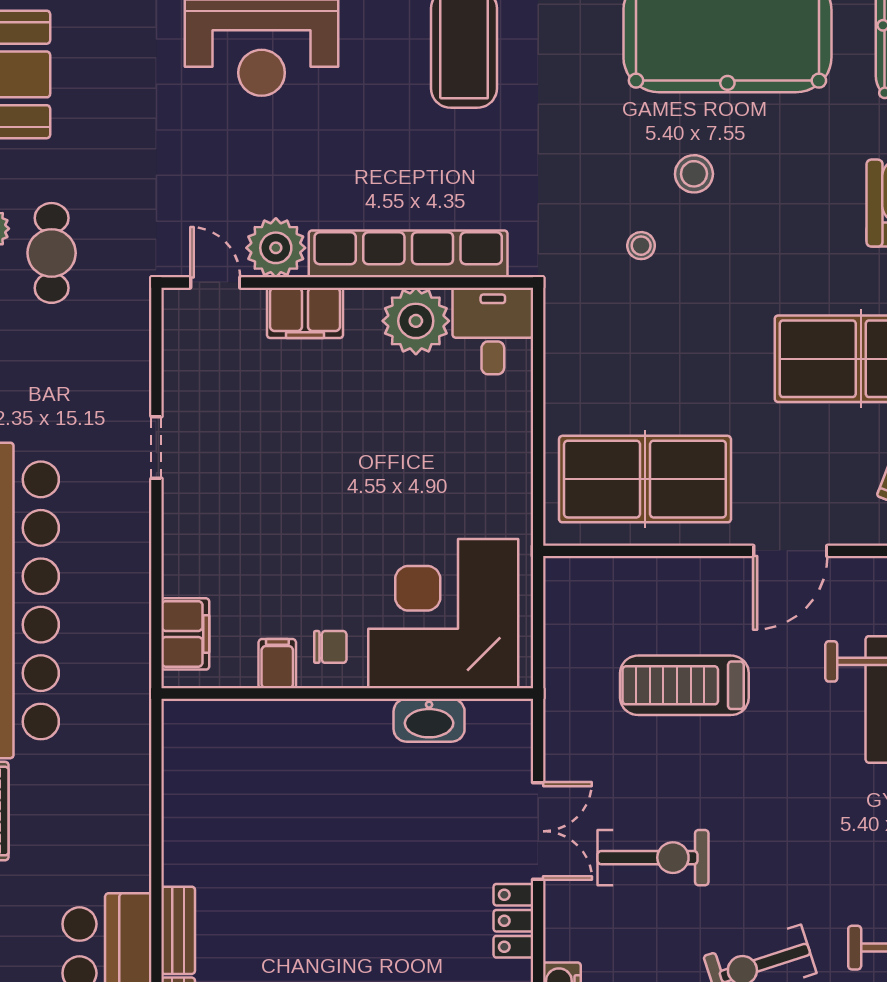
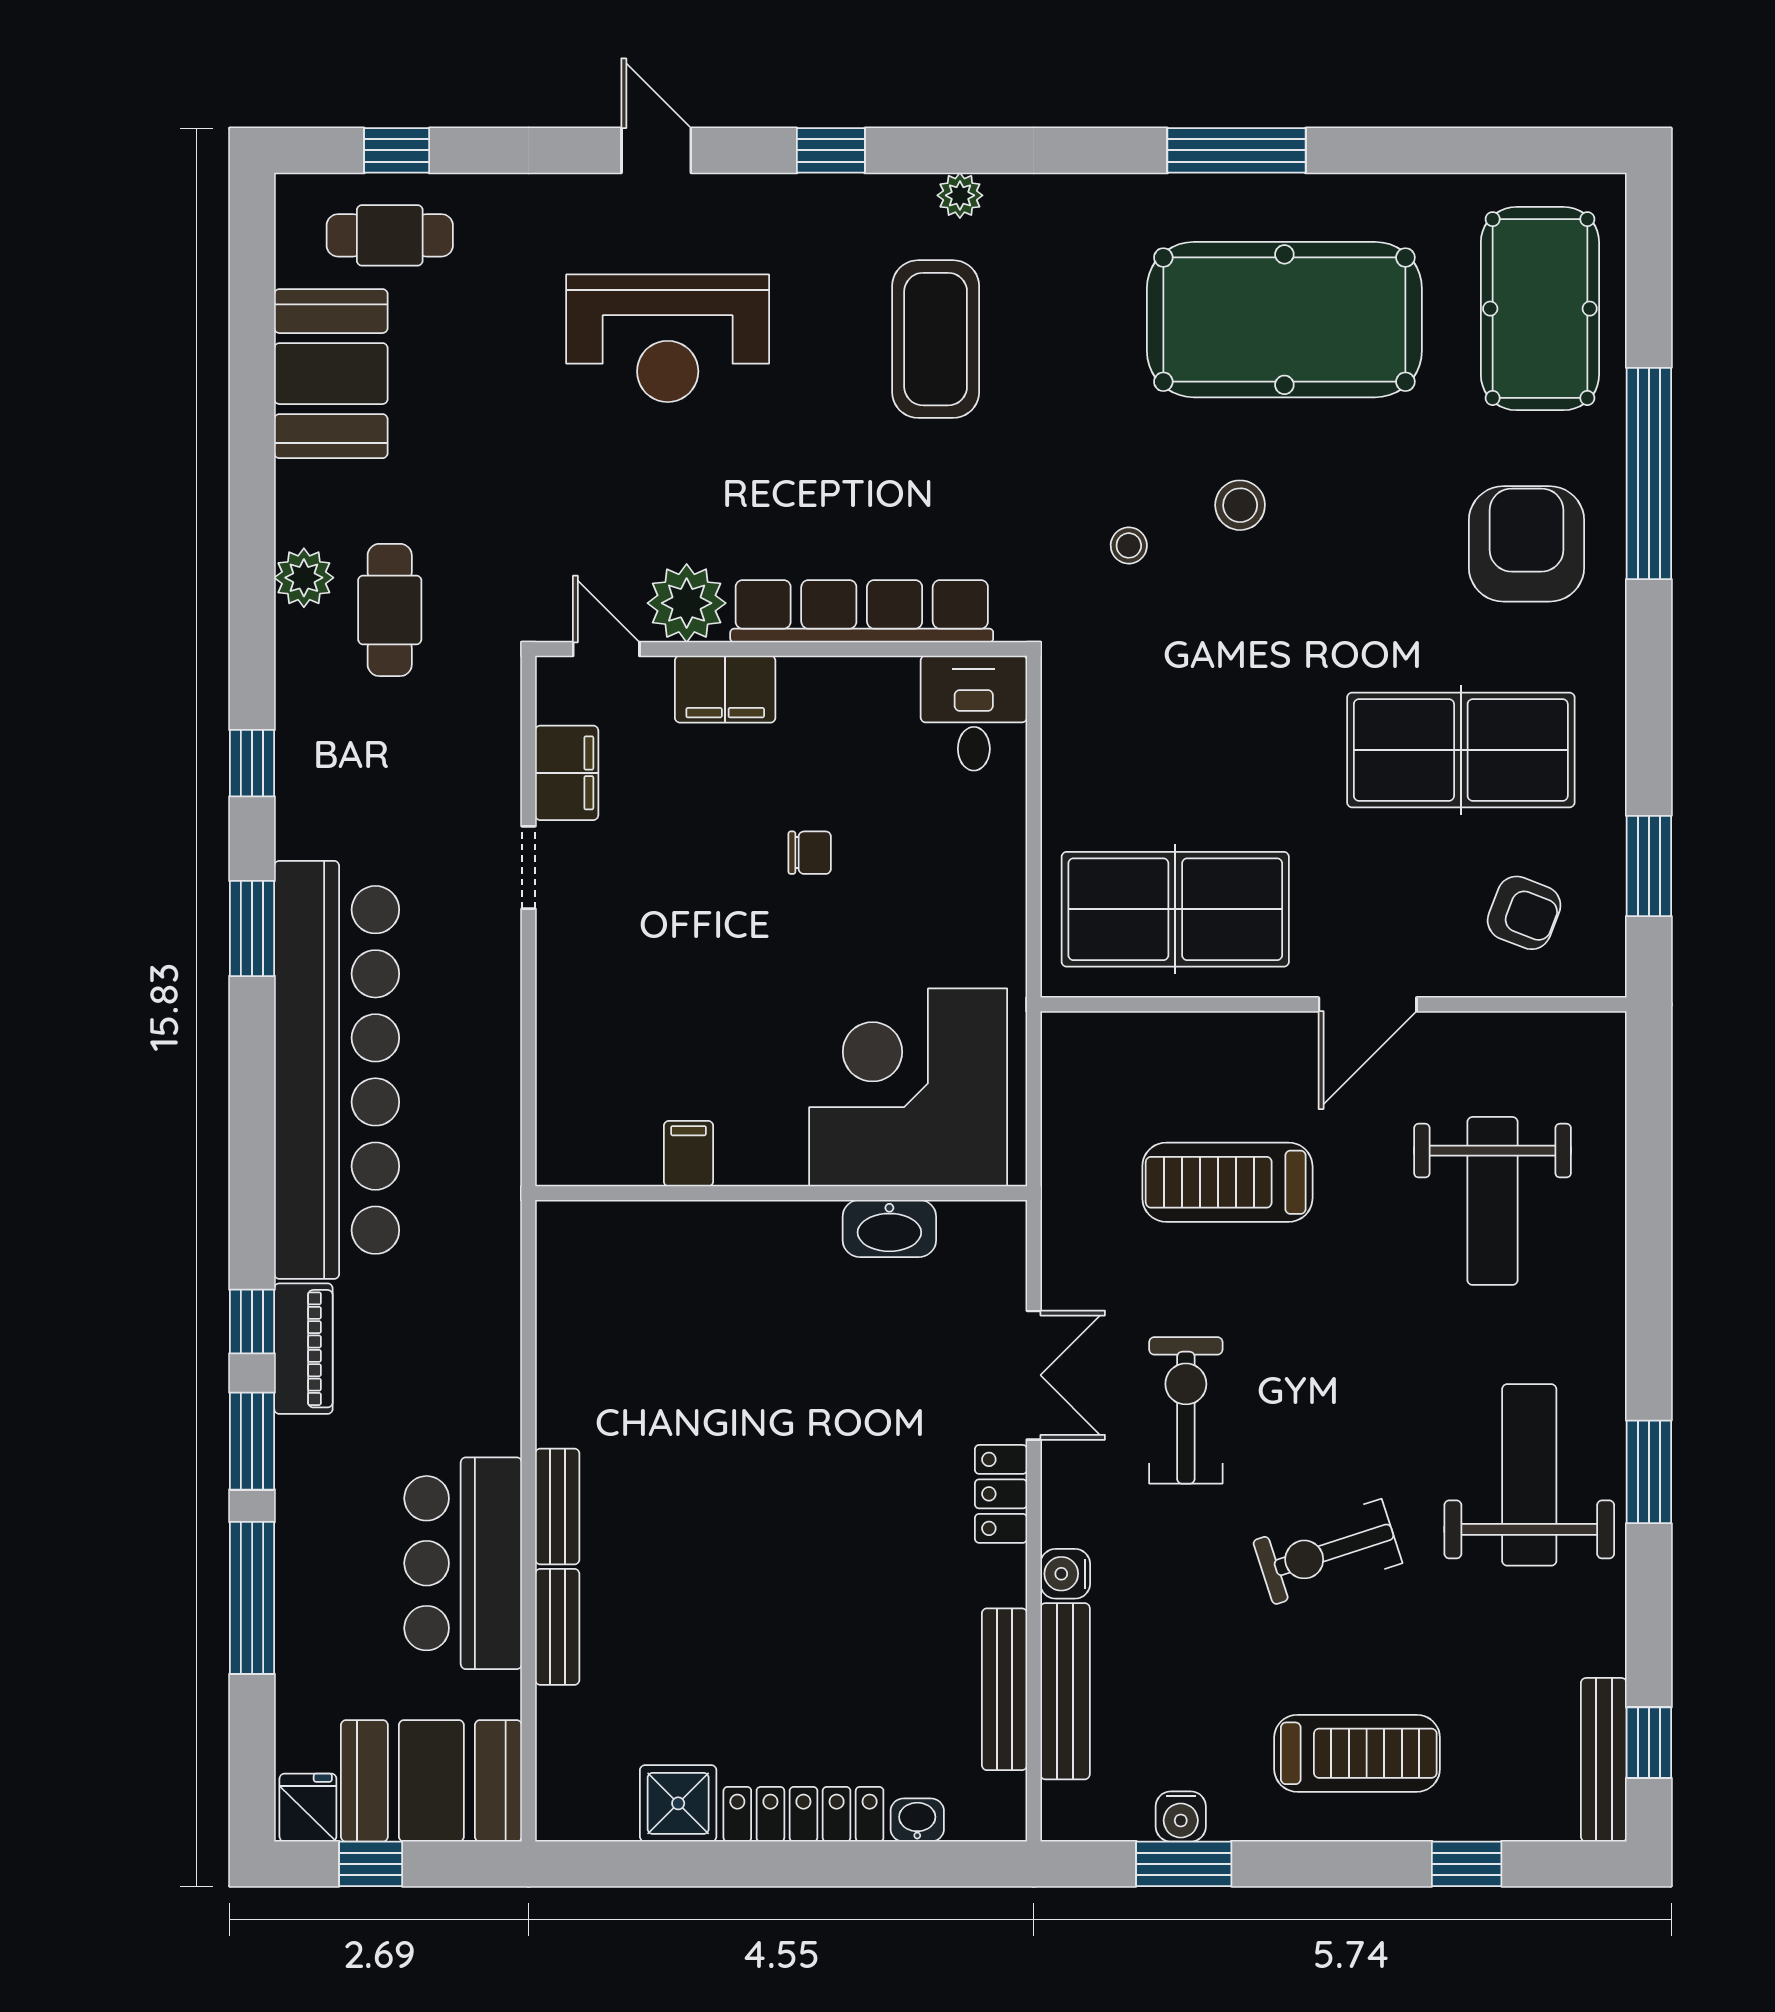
stool: (641, 246) -> (1129, 545), moved
plant: (416, 321) -> (872, 700), removed
filing cabinet: (185, 634) -> (567, 773), moved
chair: (330, 647) -> (810, 853), moved
exercise bike: (653, 858) -> (1186, 1410), turned -90

